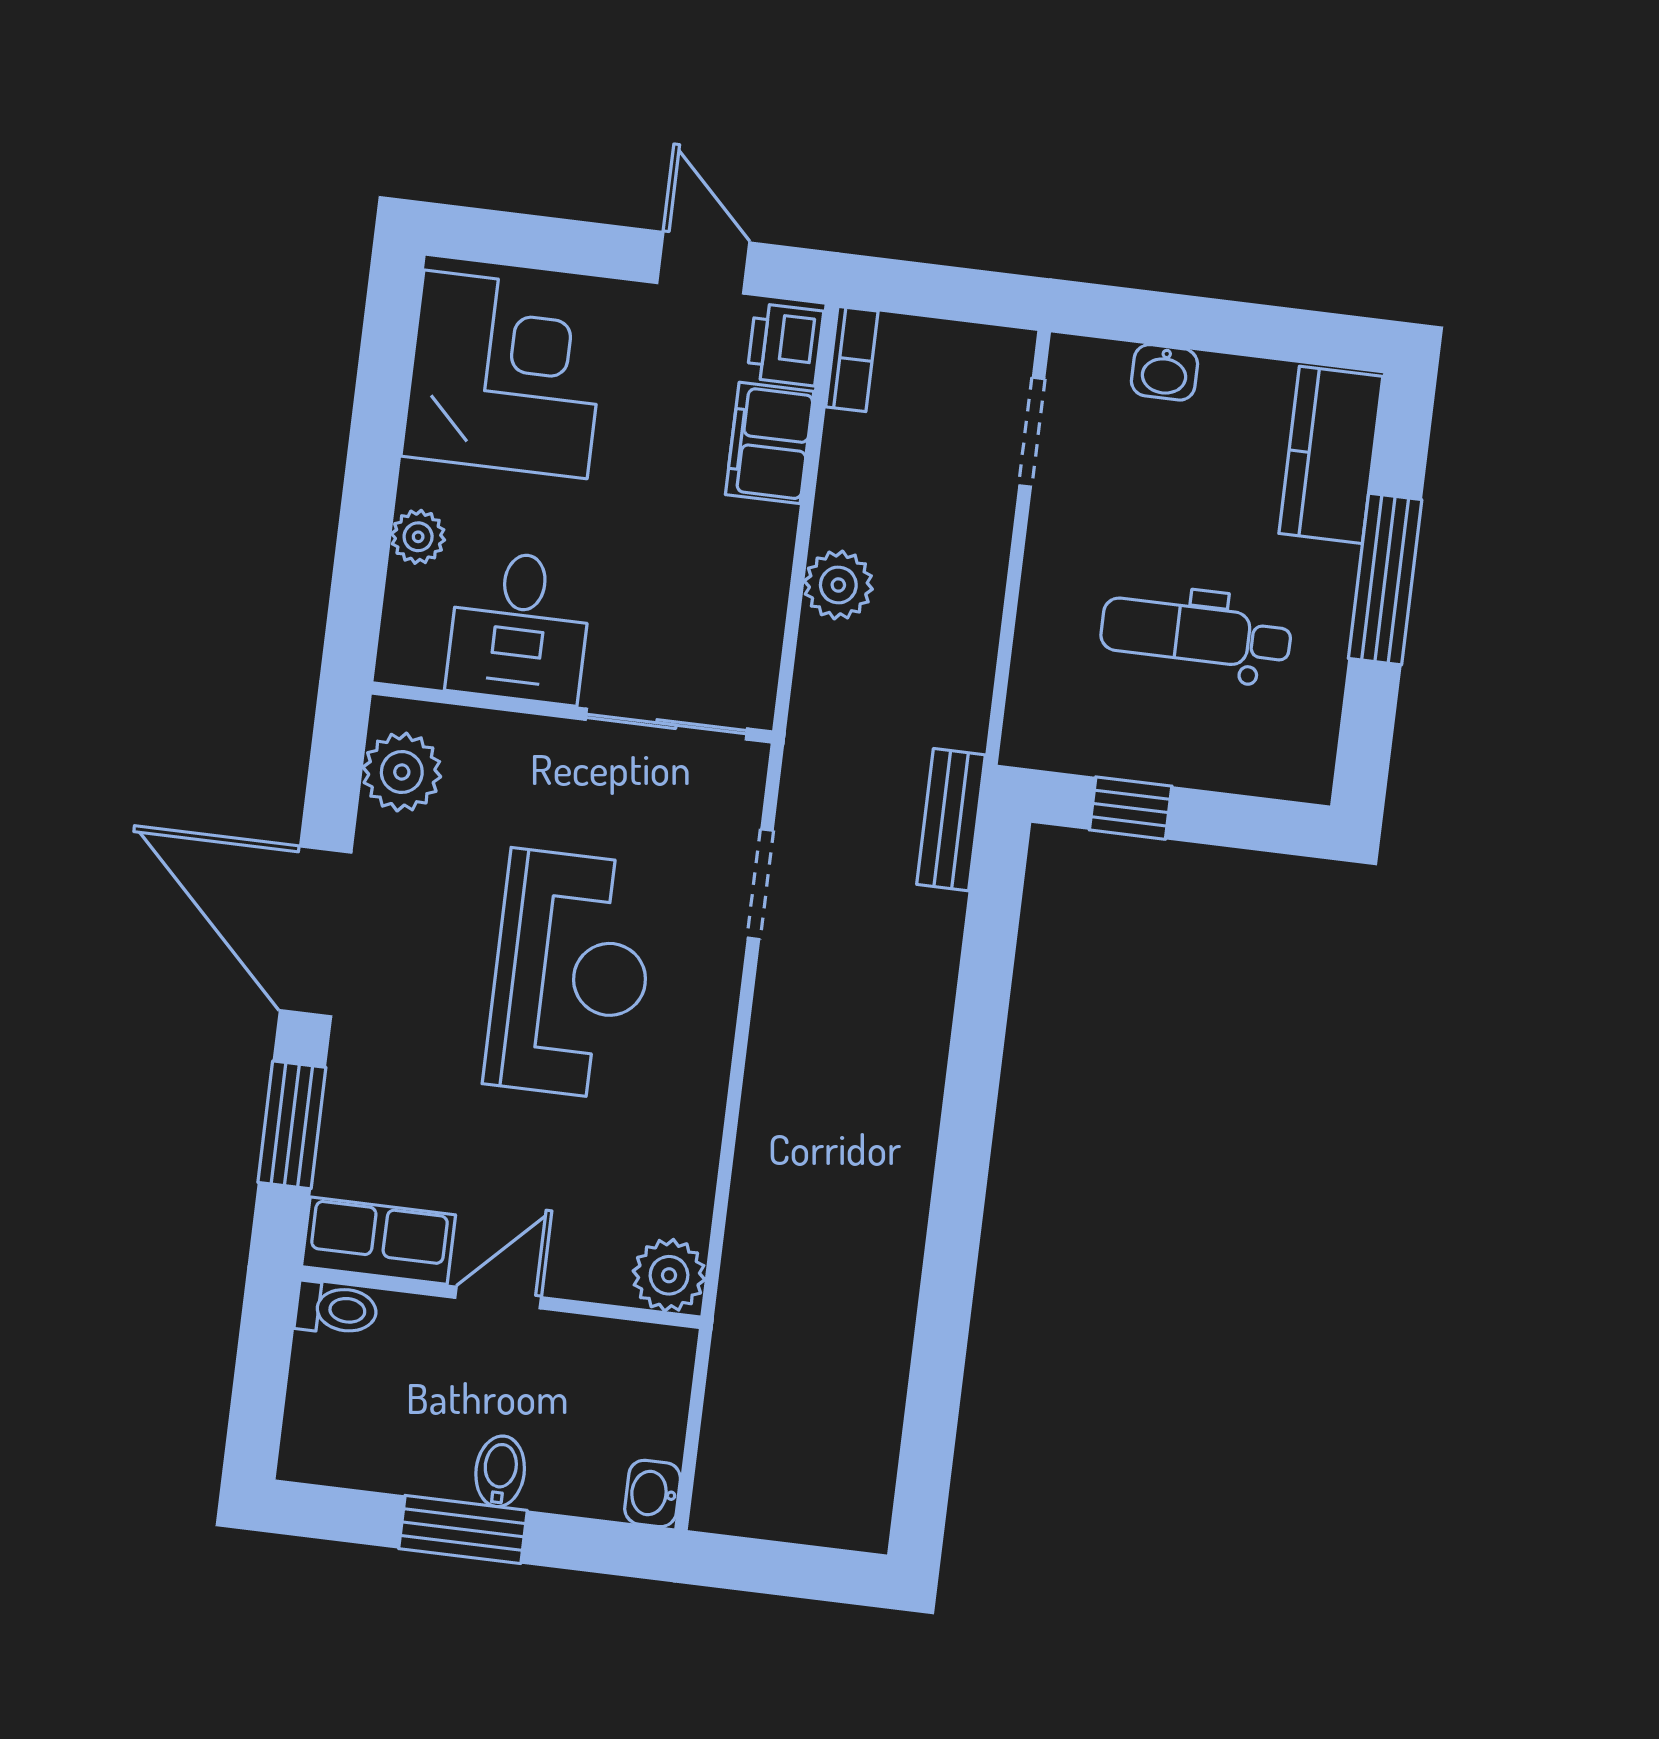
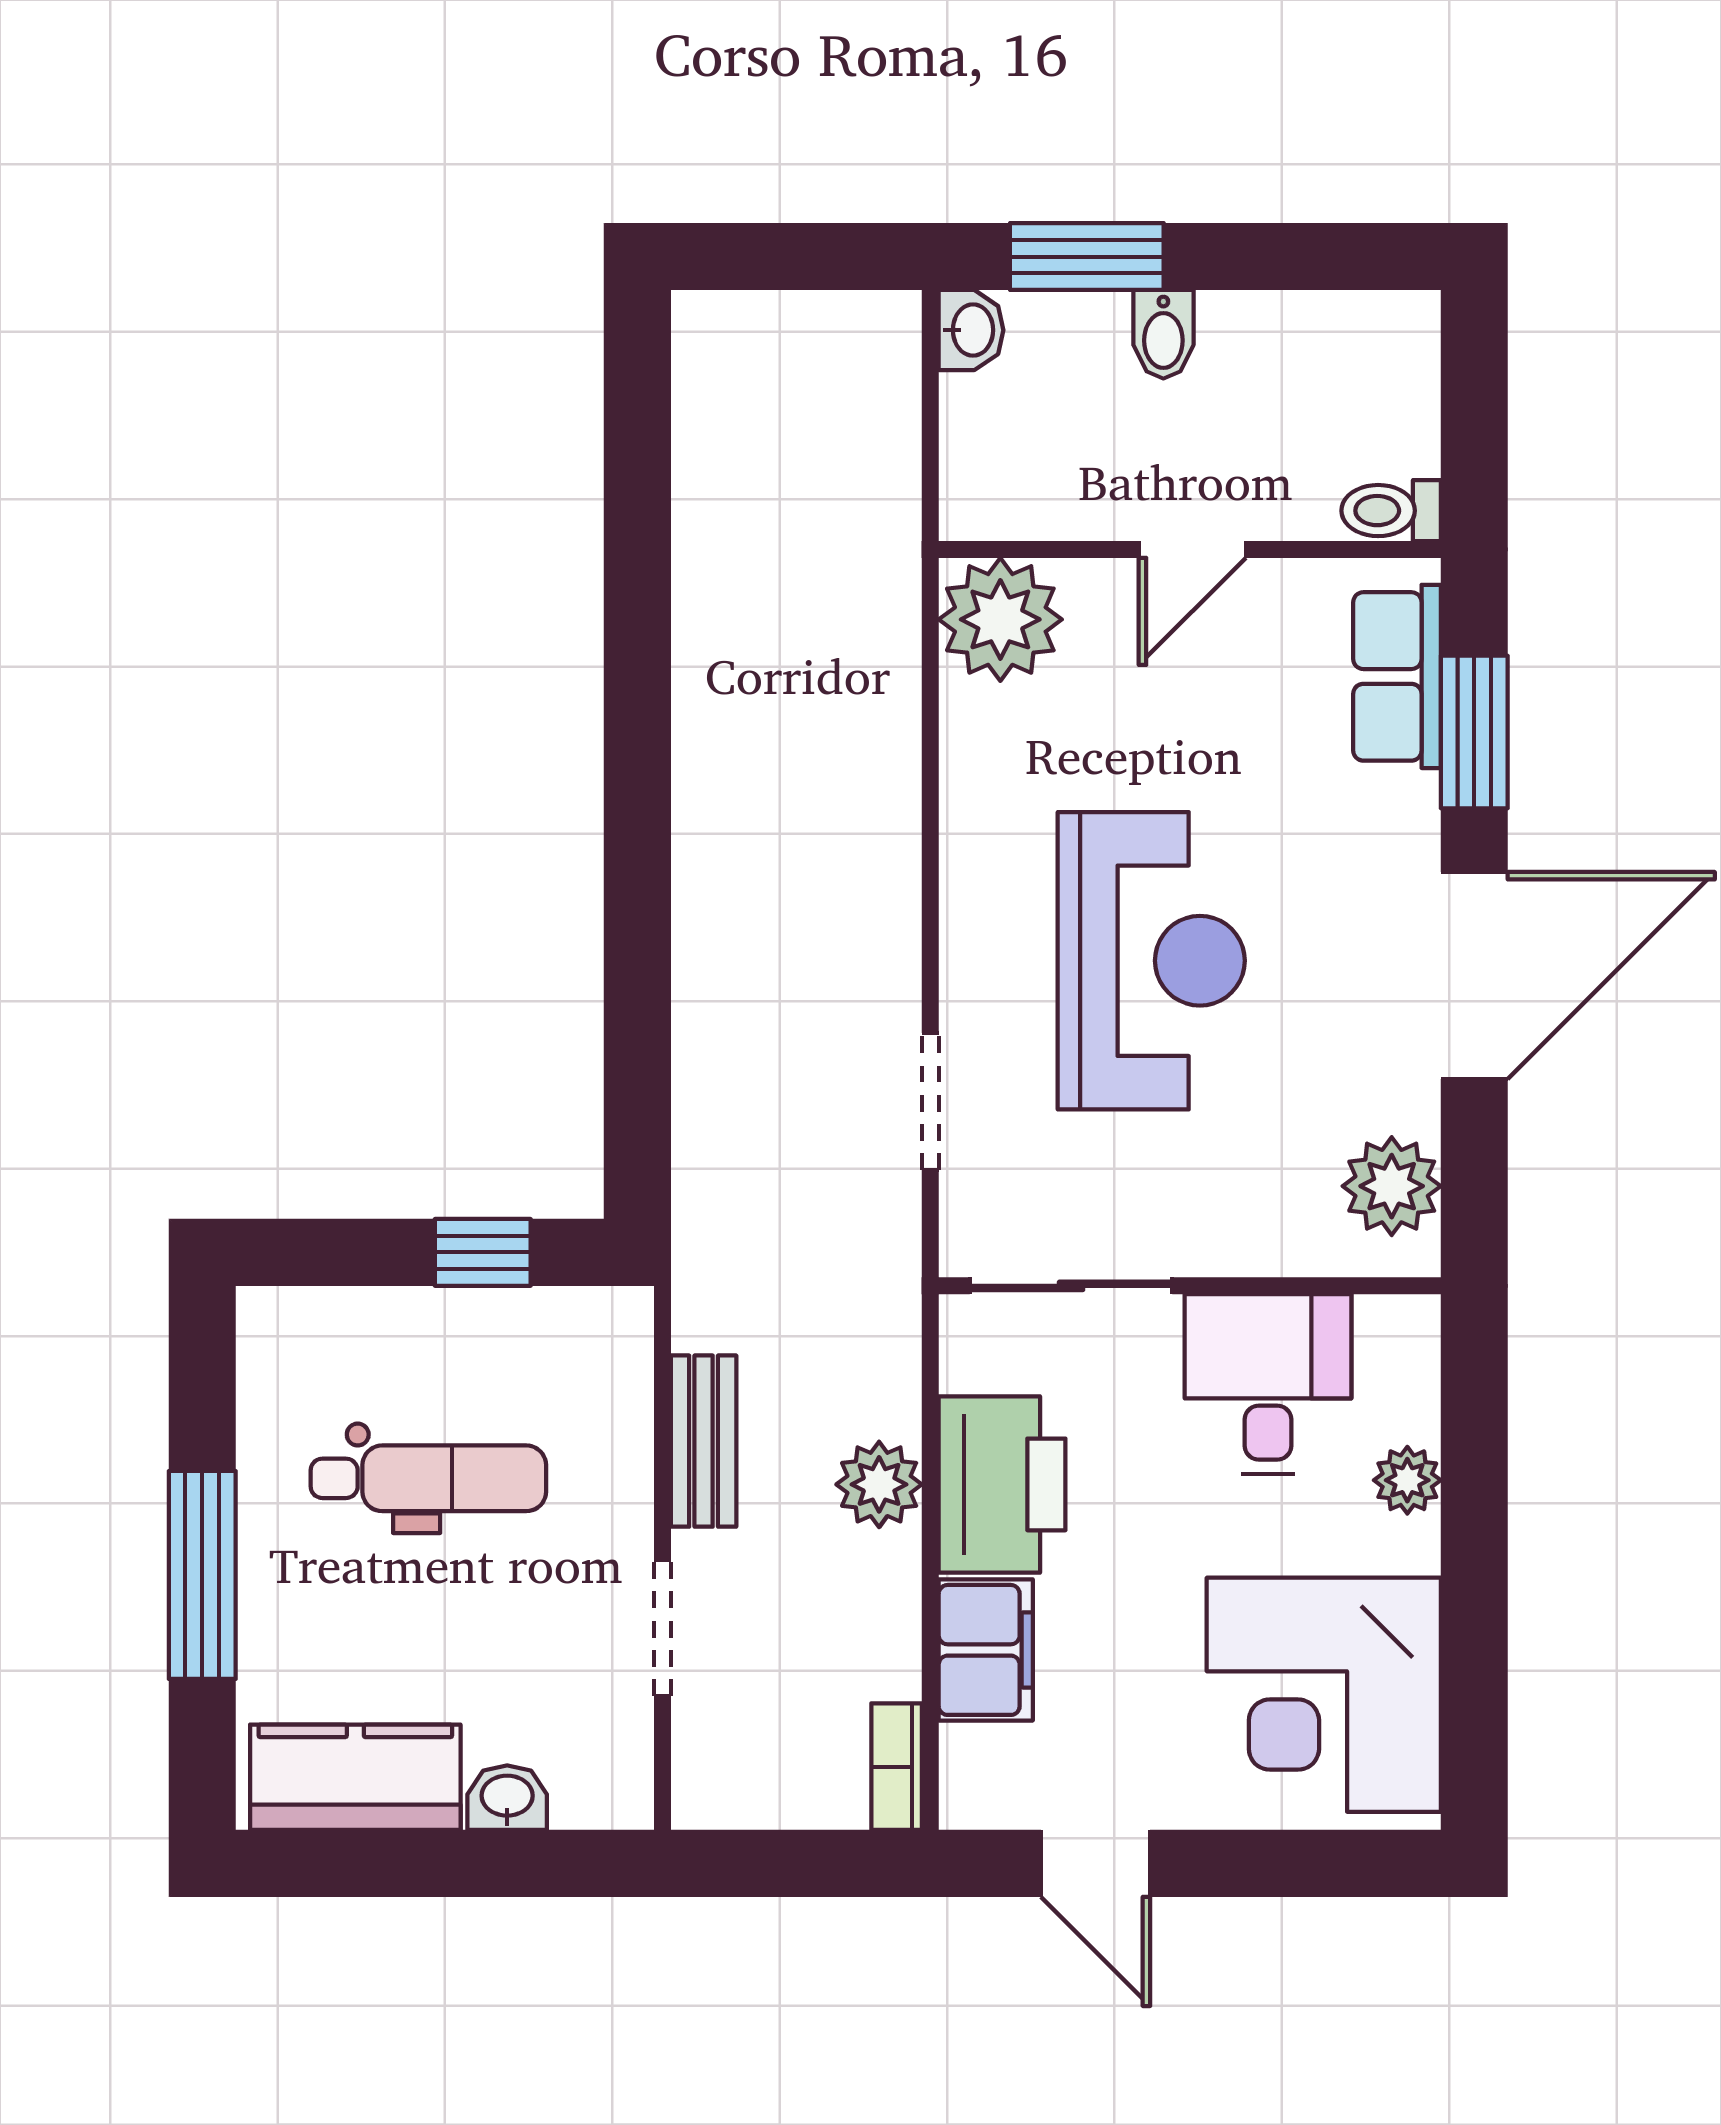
printer: (785, 344) -> (1002, 1484), moved, width x1.87, depth x1.48
doorway: (1032, 432) -> (662, 1628), moved
kitchen counter: (1331, 455) -> (355, 1777), moved, turned -90
bench: (951, 820) -> (704, 1441), moved
door: (316, 931) -> (1474, 975), hinge flipped
reception desk: (571, 975) -> (1151, 961), turned 180
row of seats: (379, 1241) -> (1397, 676), moved, turned 90
plant: (669, 1275) -> (1000, 619), width x1.36, depth x1.36
window: (463, 1529) -> (1087, 257), moved

